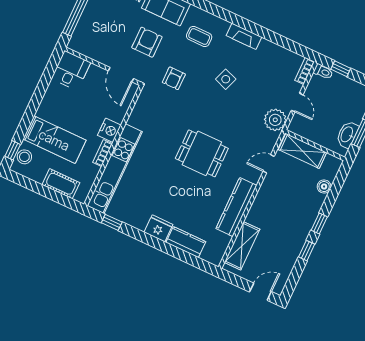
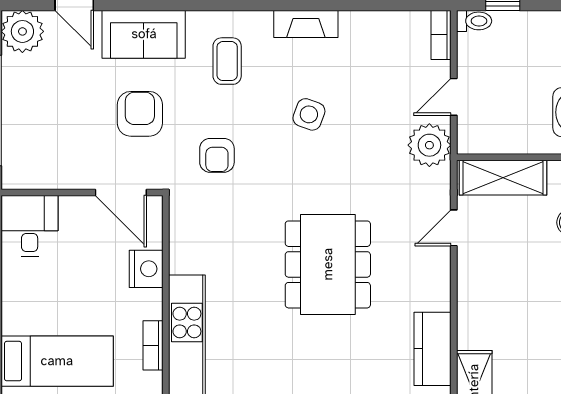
coffee table: (199, 36) -> (227, 61), turned 90
door: (297, 103) -> (454, 97), swing flipped
nightstand: (109, 130) -> (146, 269), moved
dining table: (202, 153) -> (328, 264), width x1.38
kitchen counter: (236, 207) -> (432, 349), width x0.67

